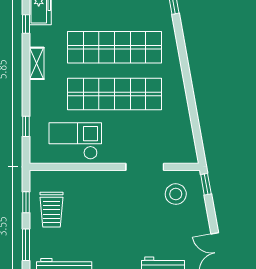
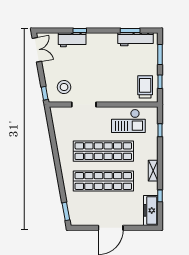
trolley: (51, 210) -> (145, 87), moved

